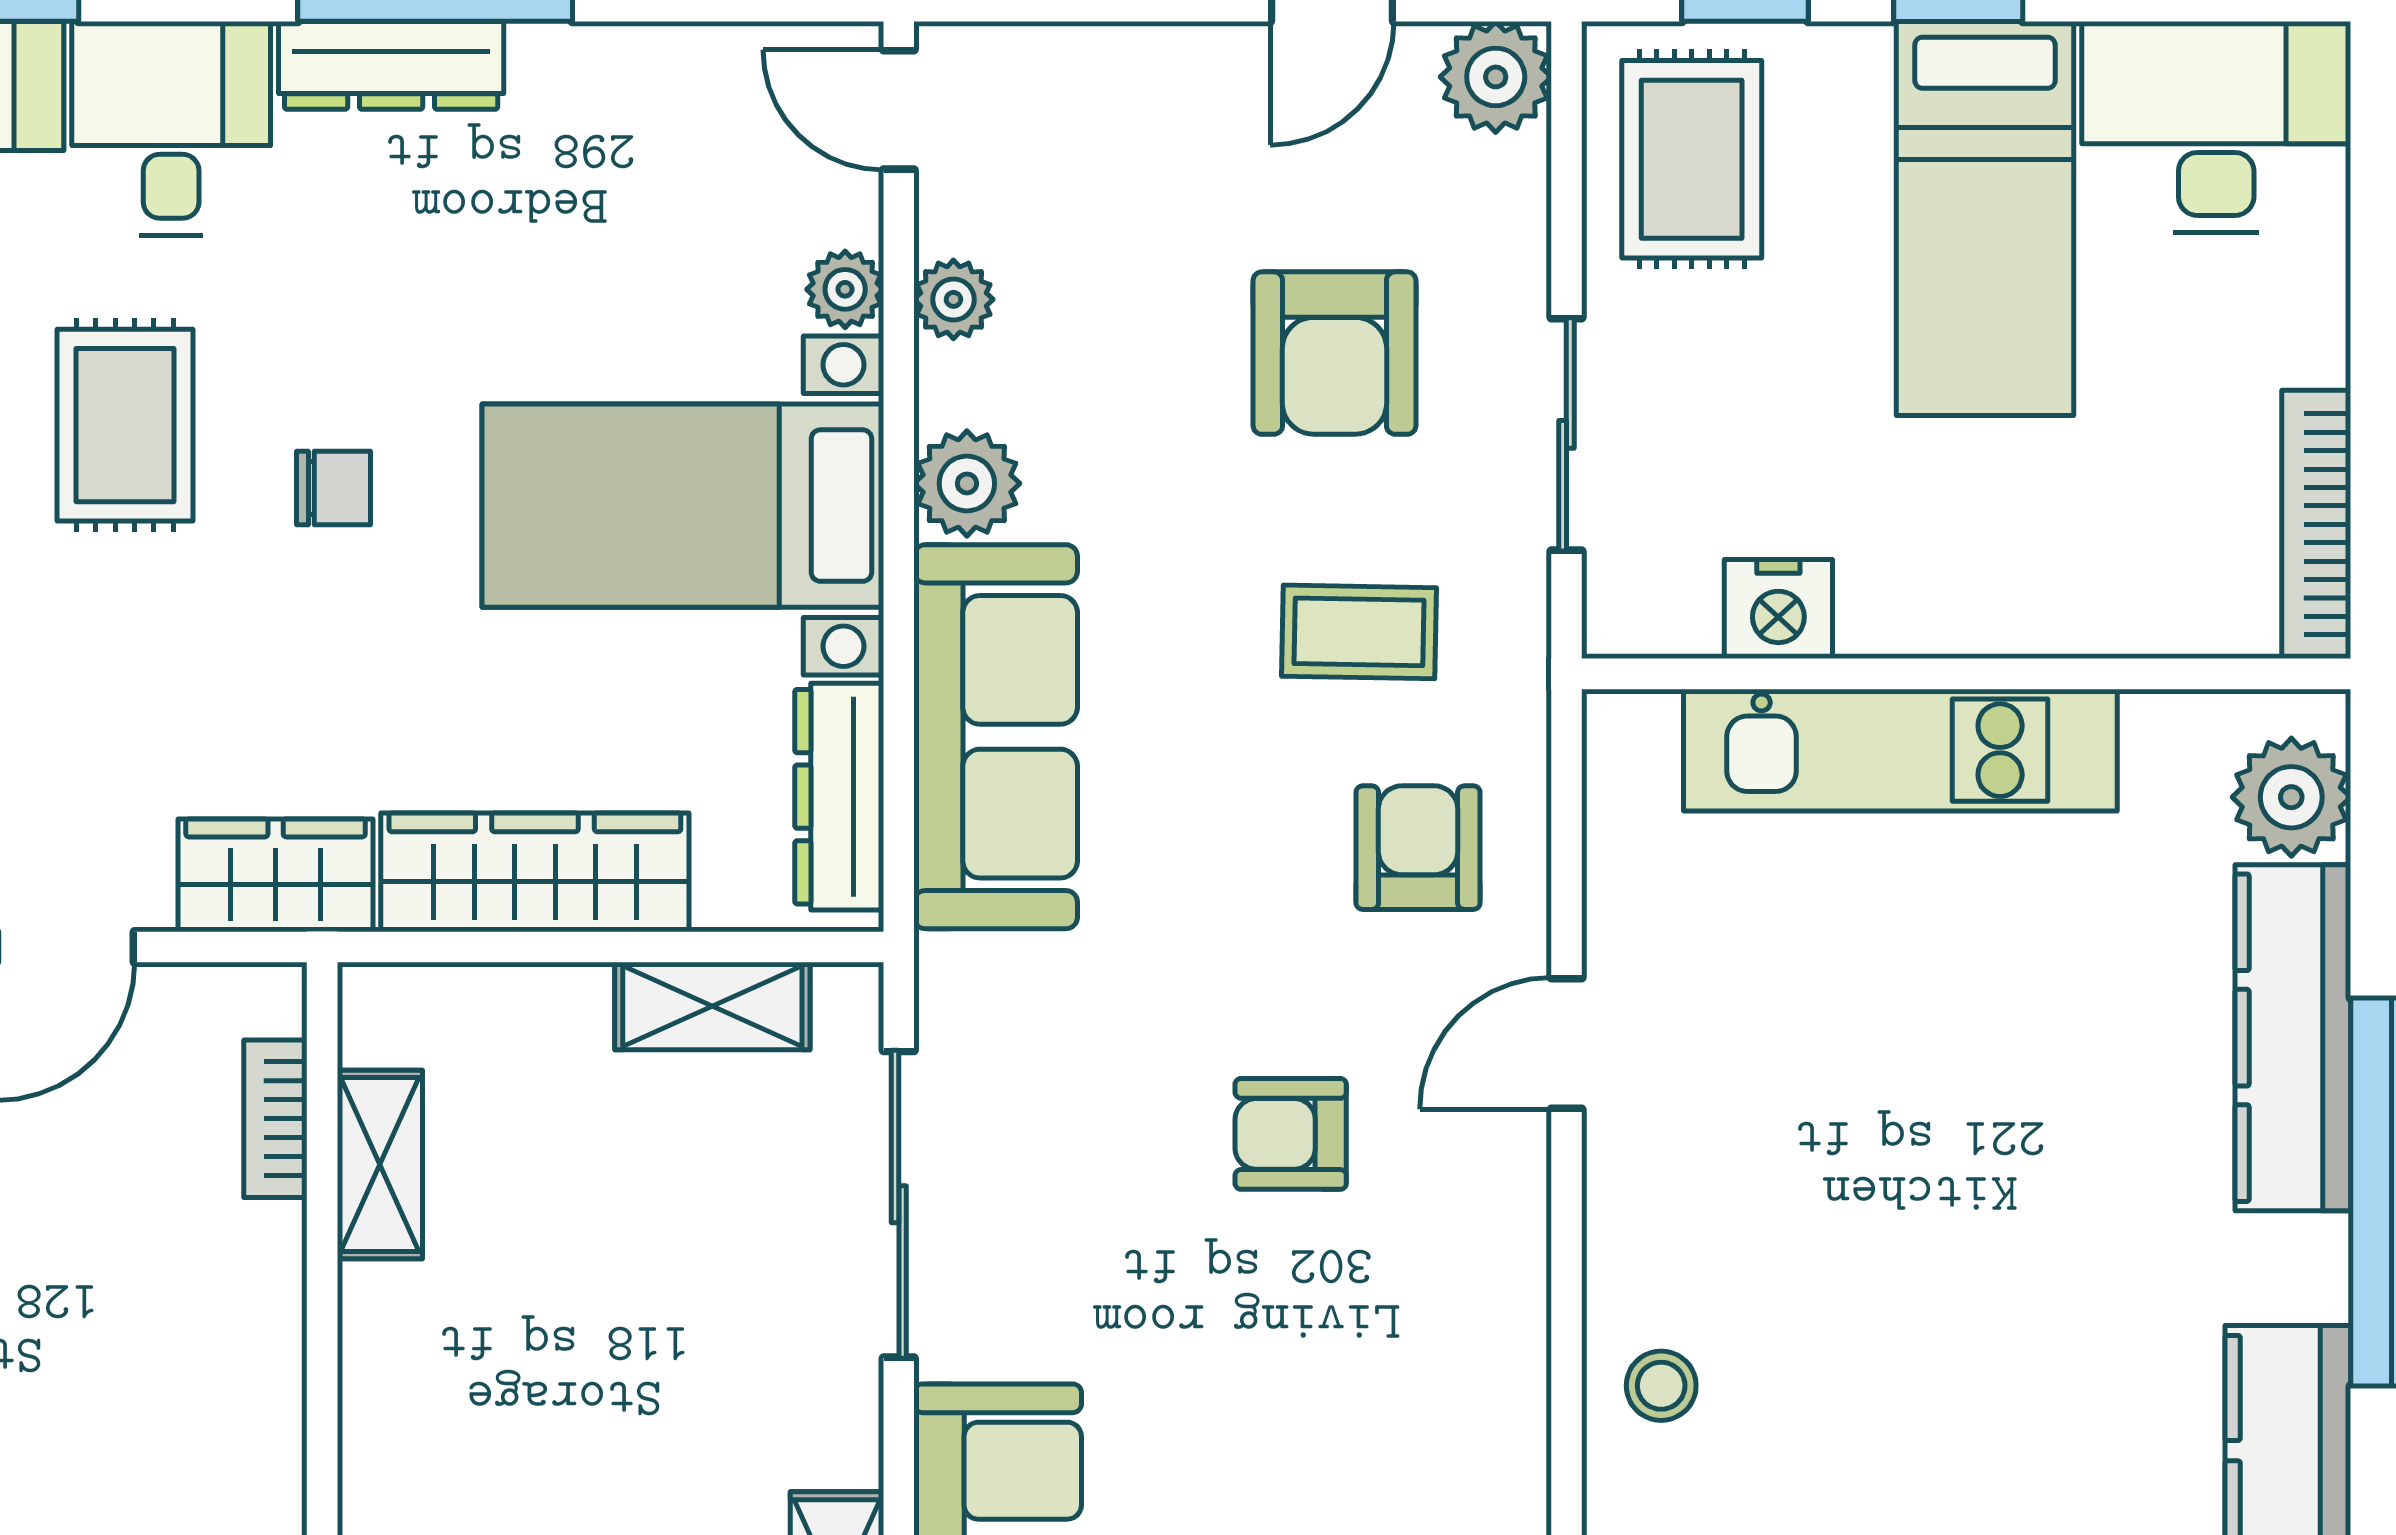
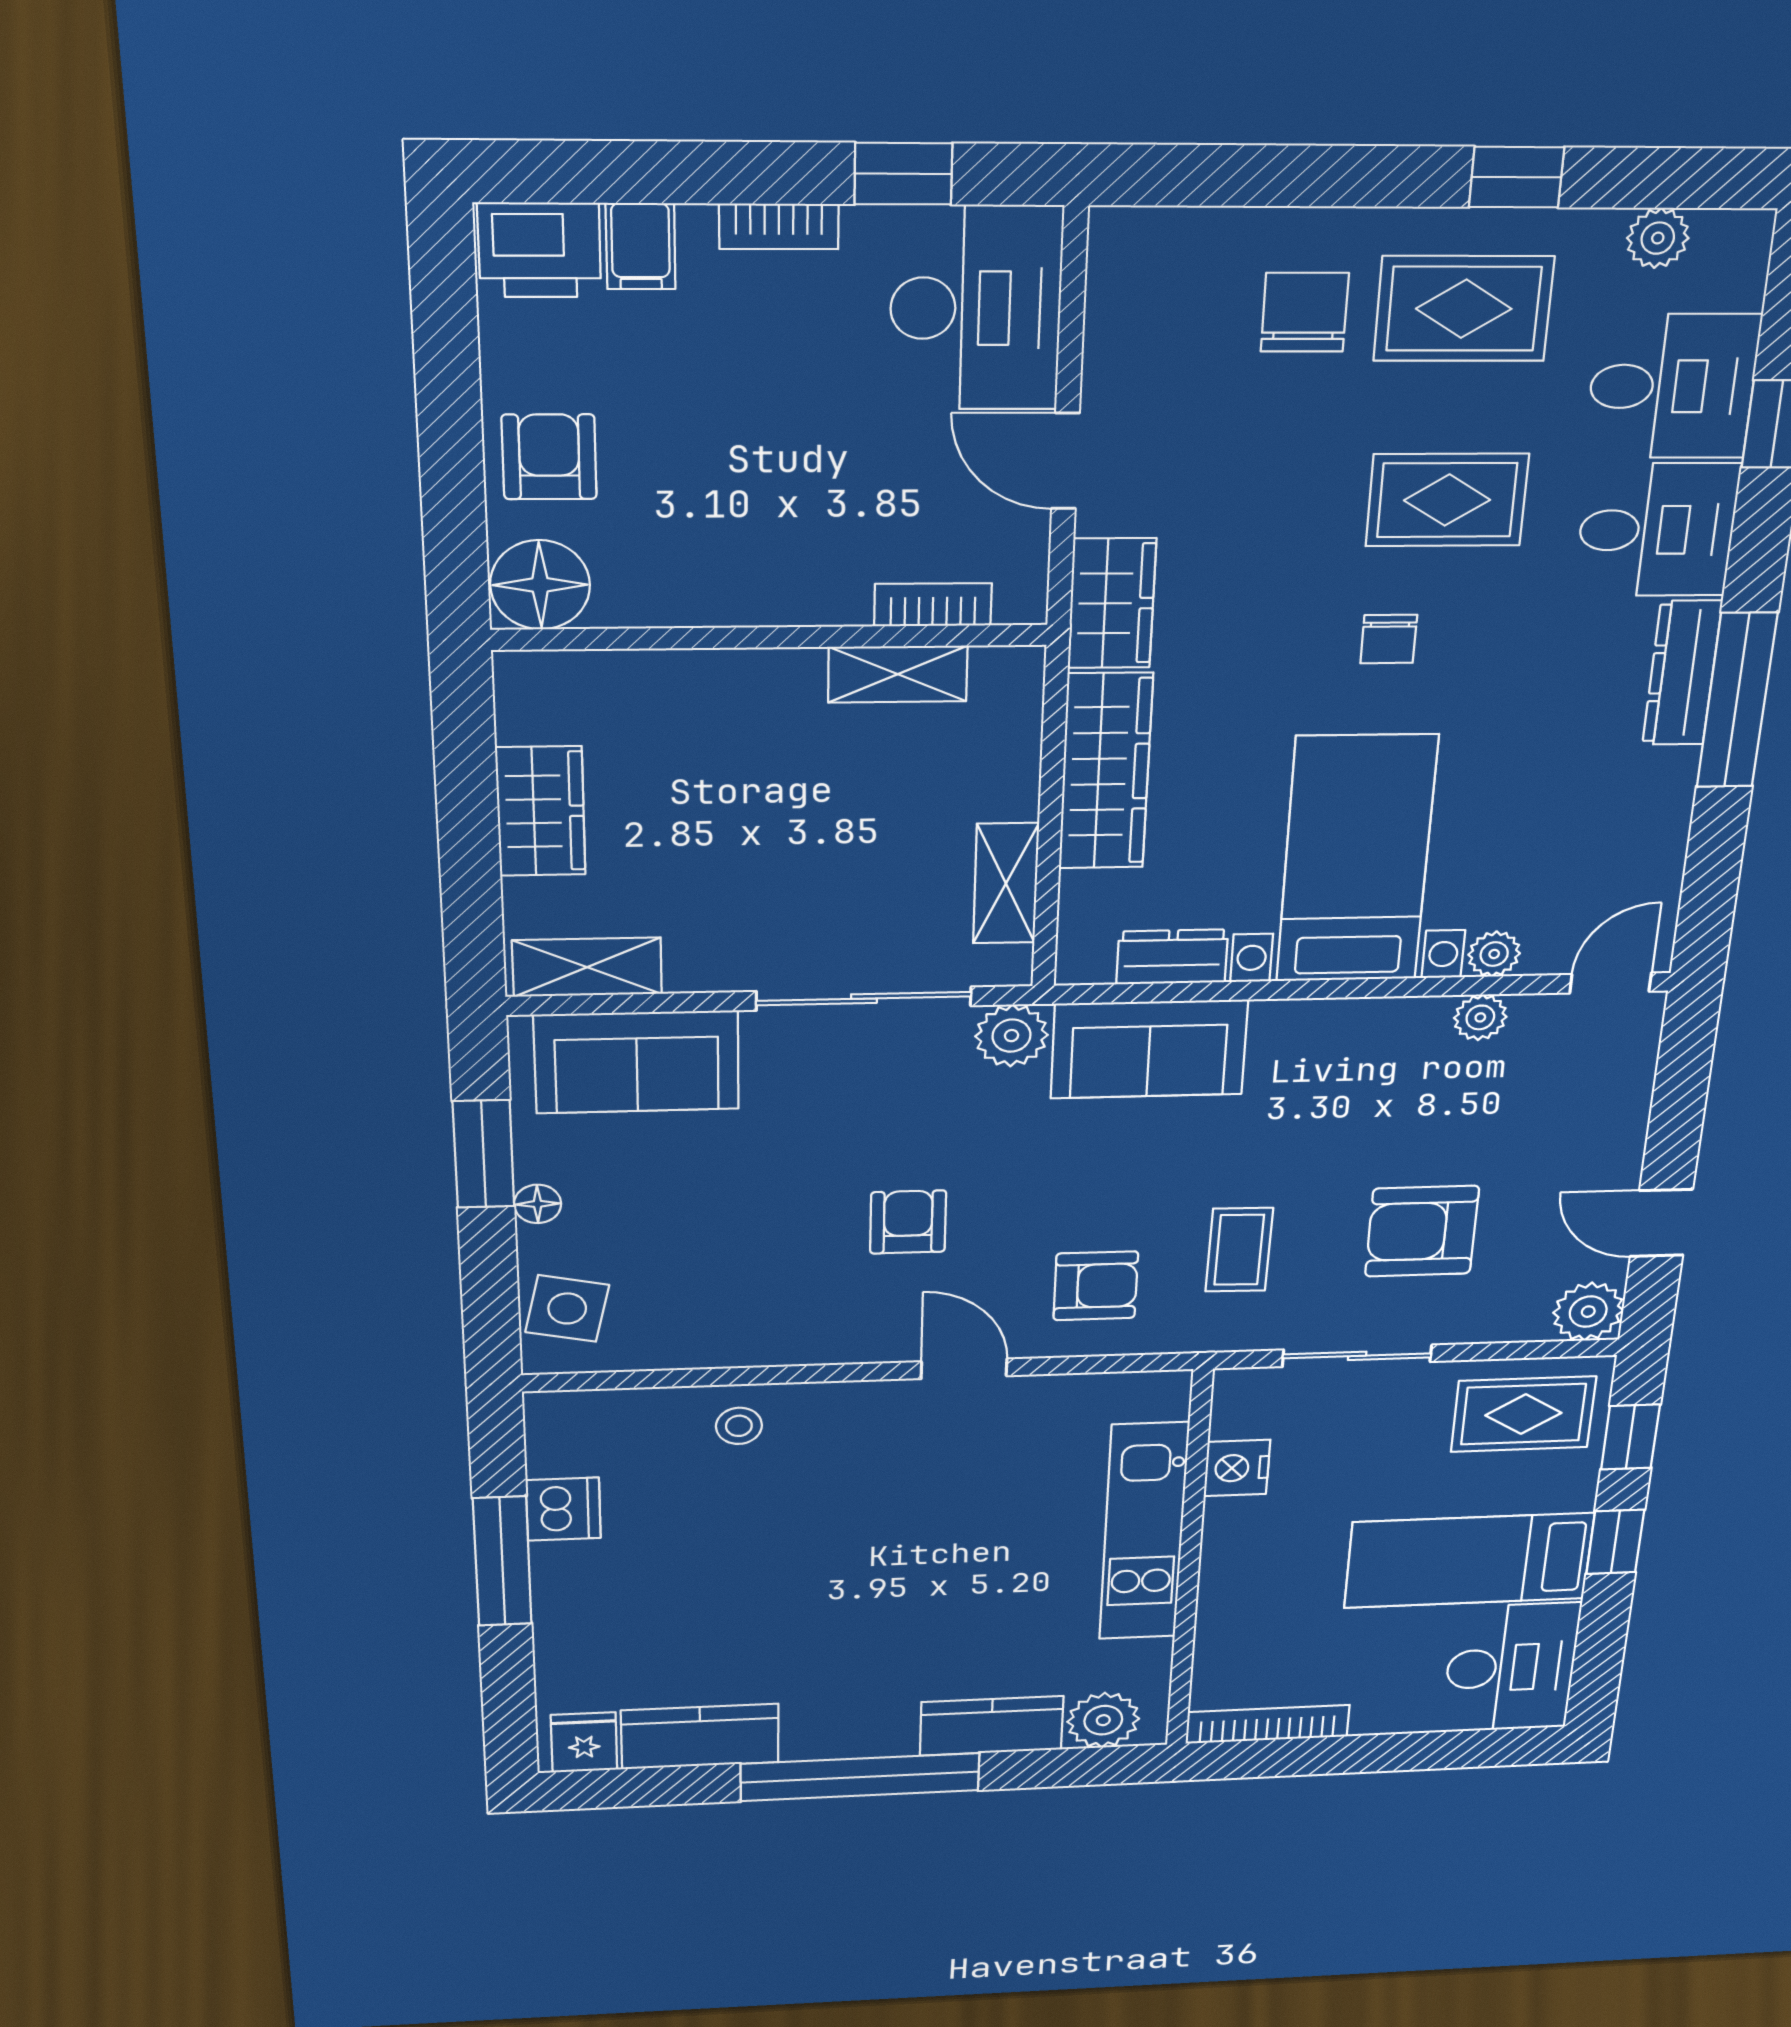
plant: (967, 483) -> (1012, 1036), moved
sofa: (996, 737) -> (1149, 1049), width x0.73
dresser: (839, 797) -> (1172, 957), width x0.70
kitchen counter: (2293, 1038) -> (992, 1726), width x0.67

